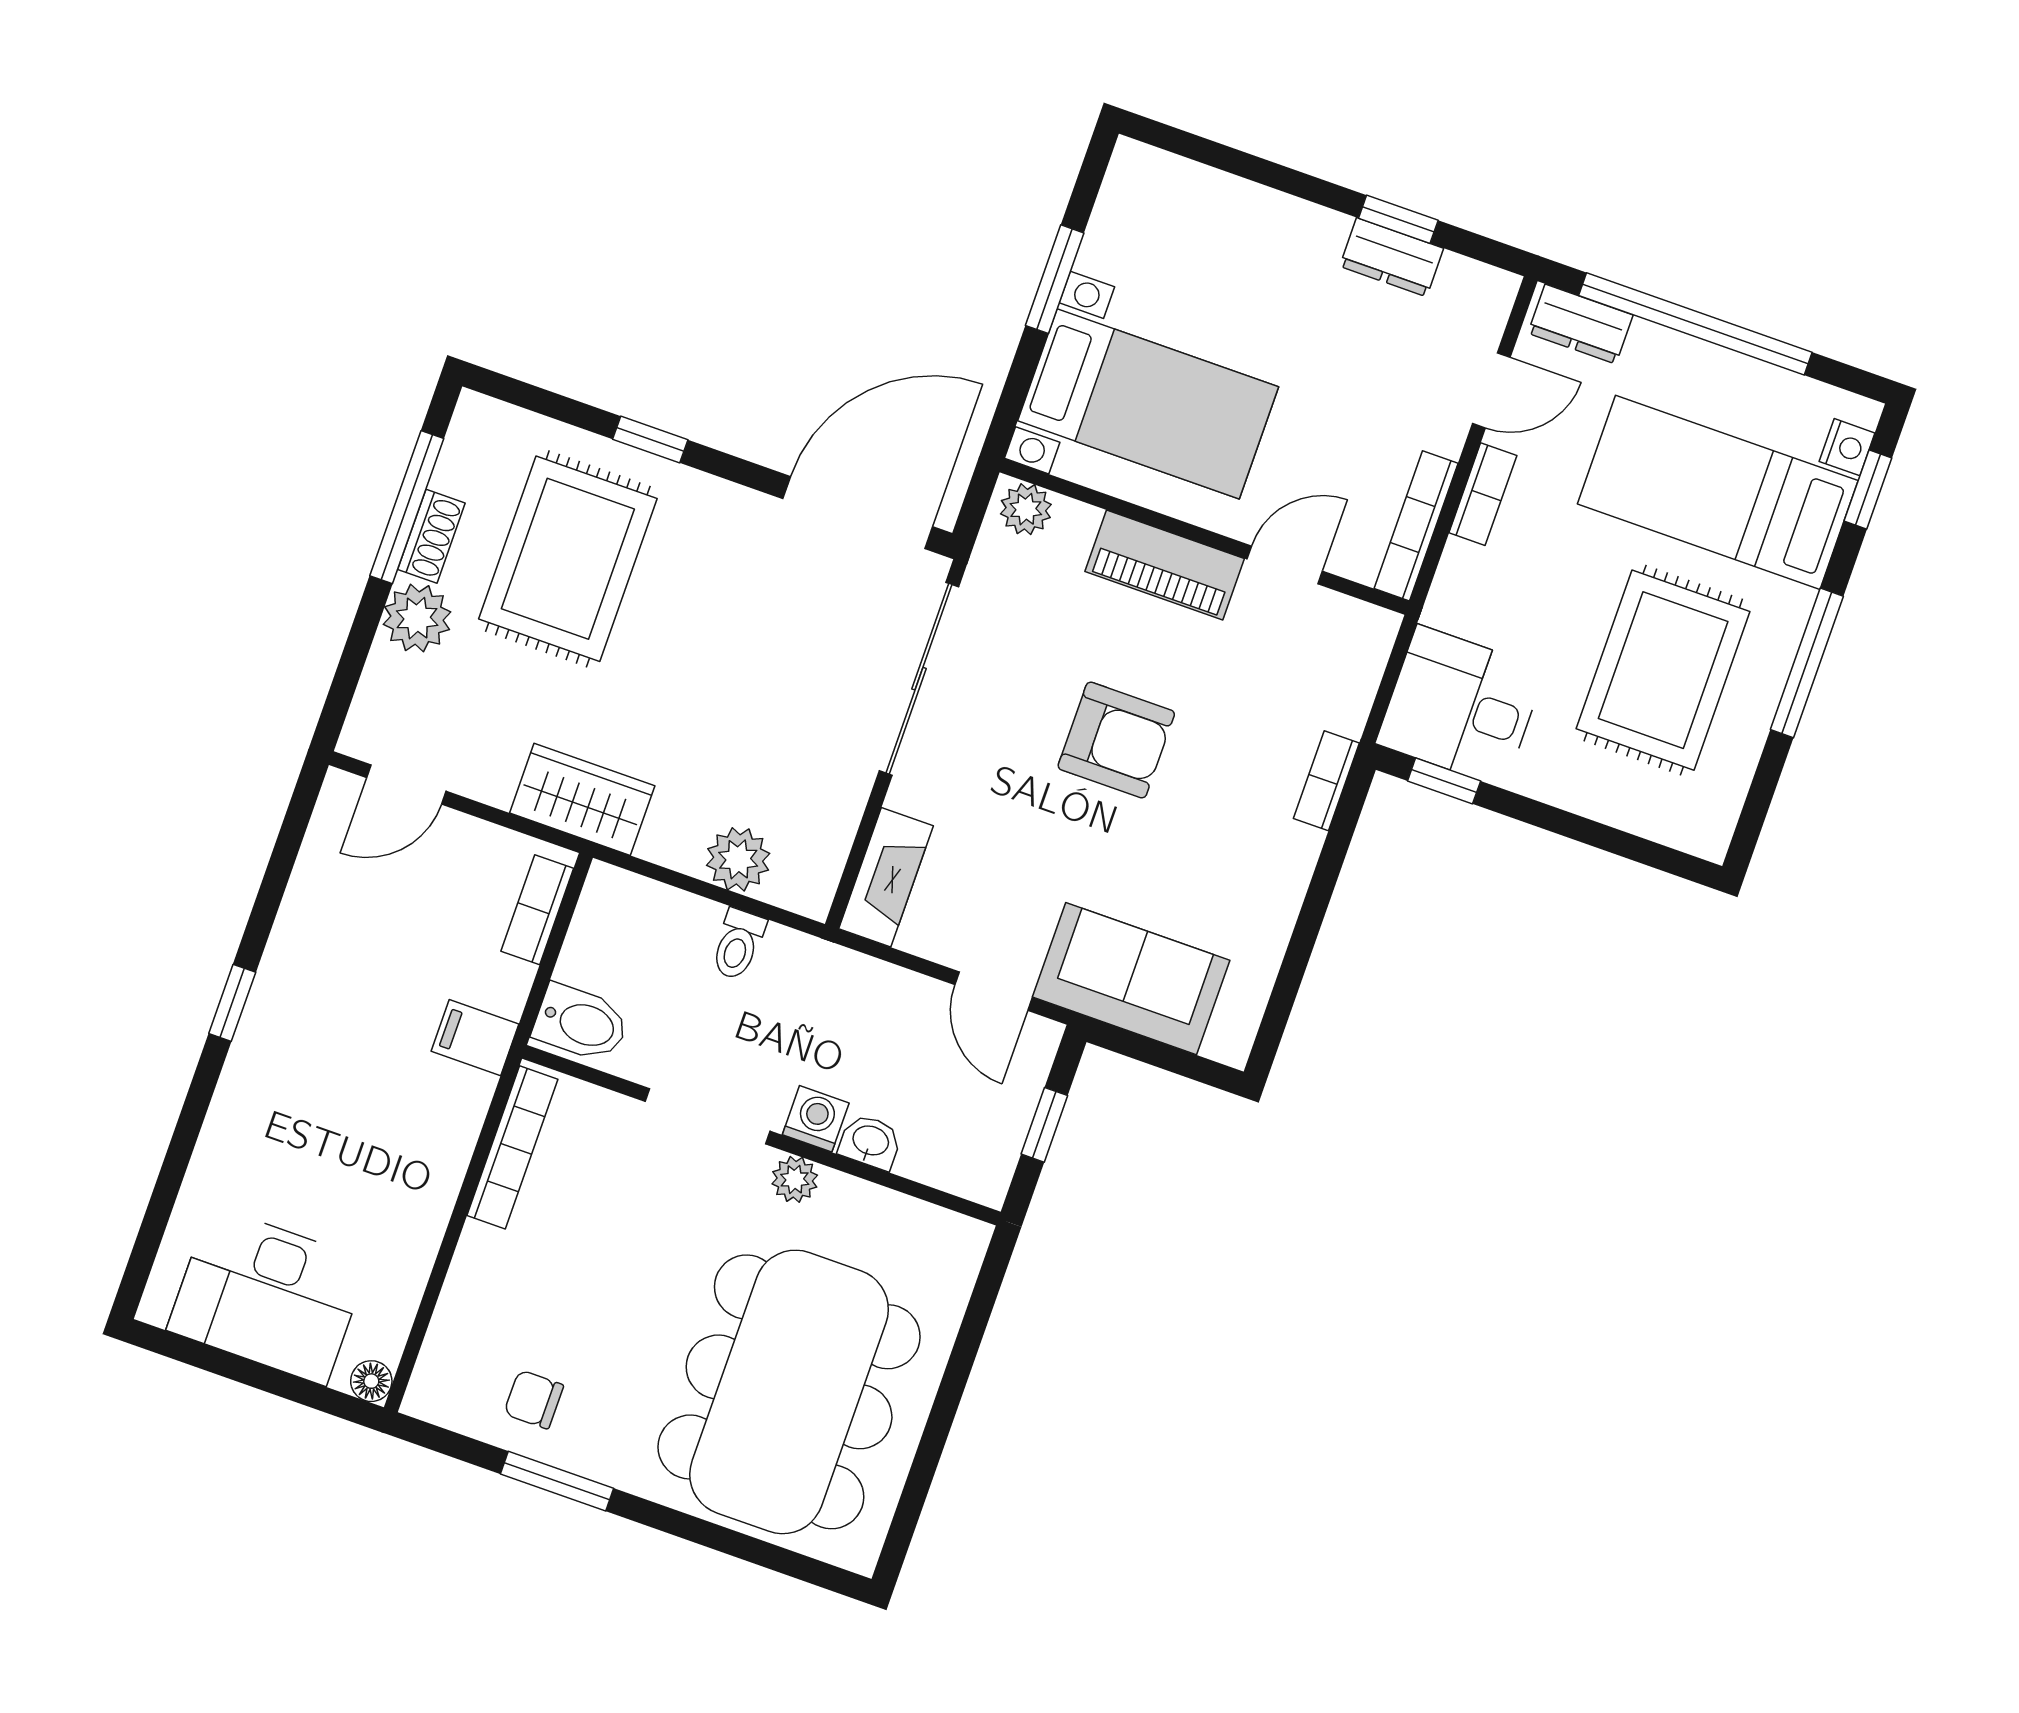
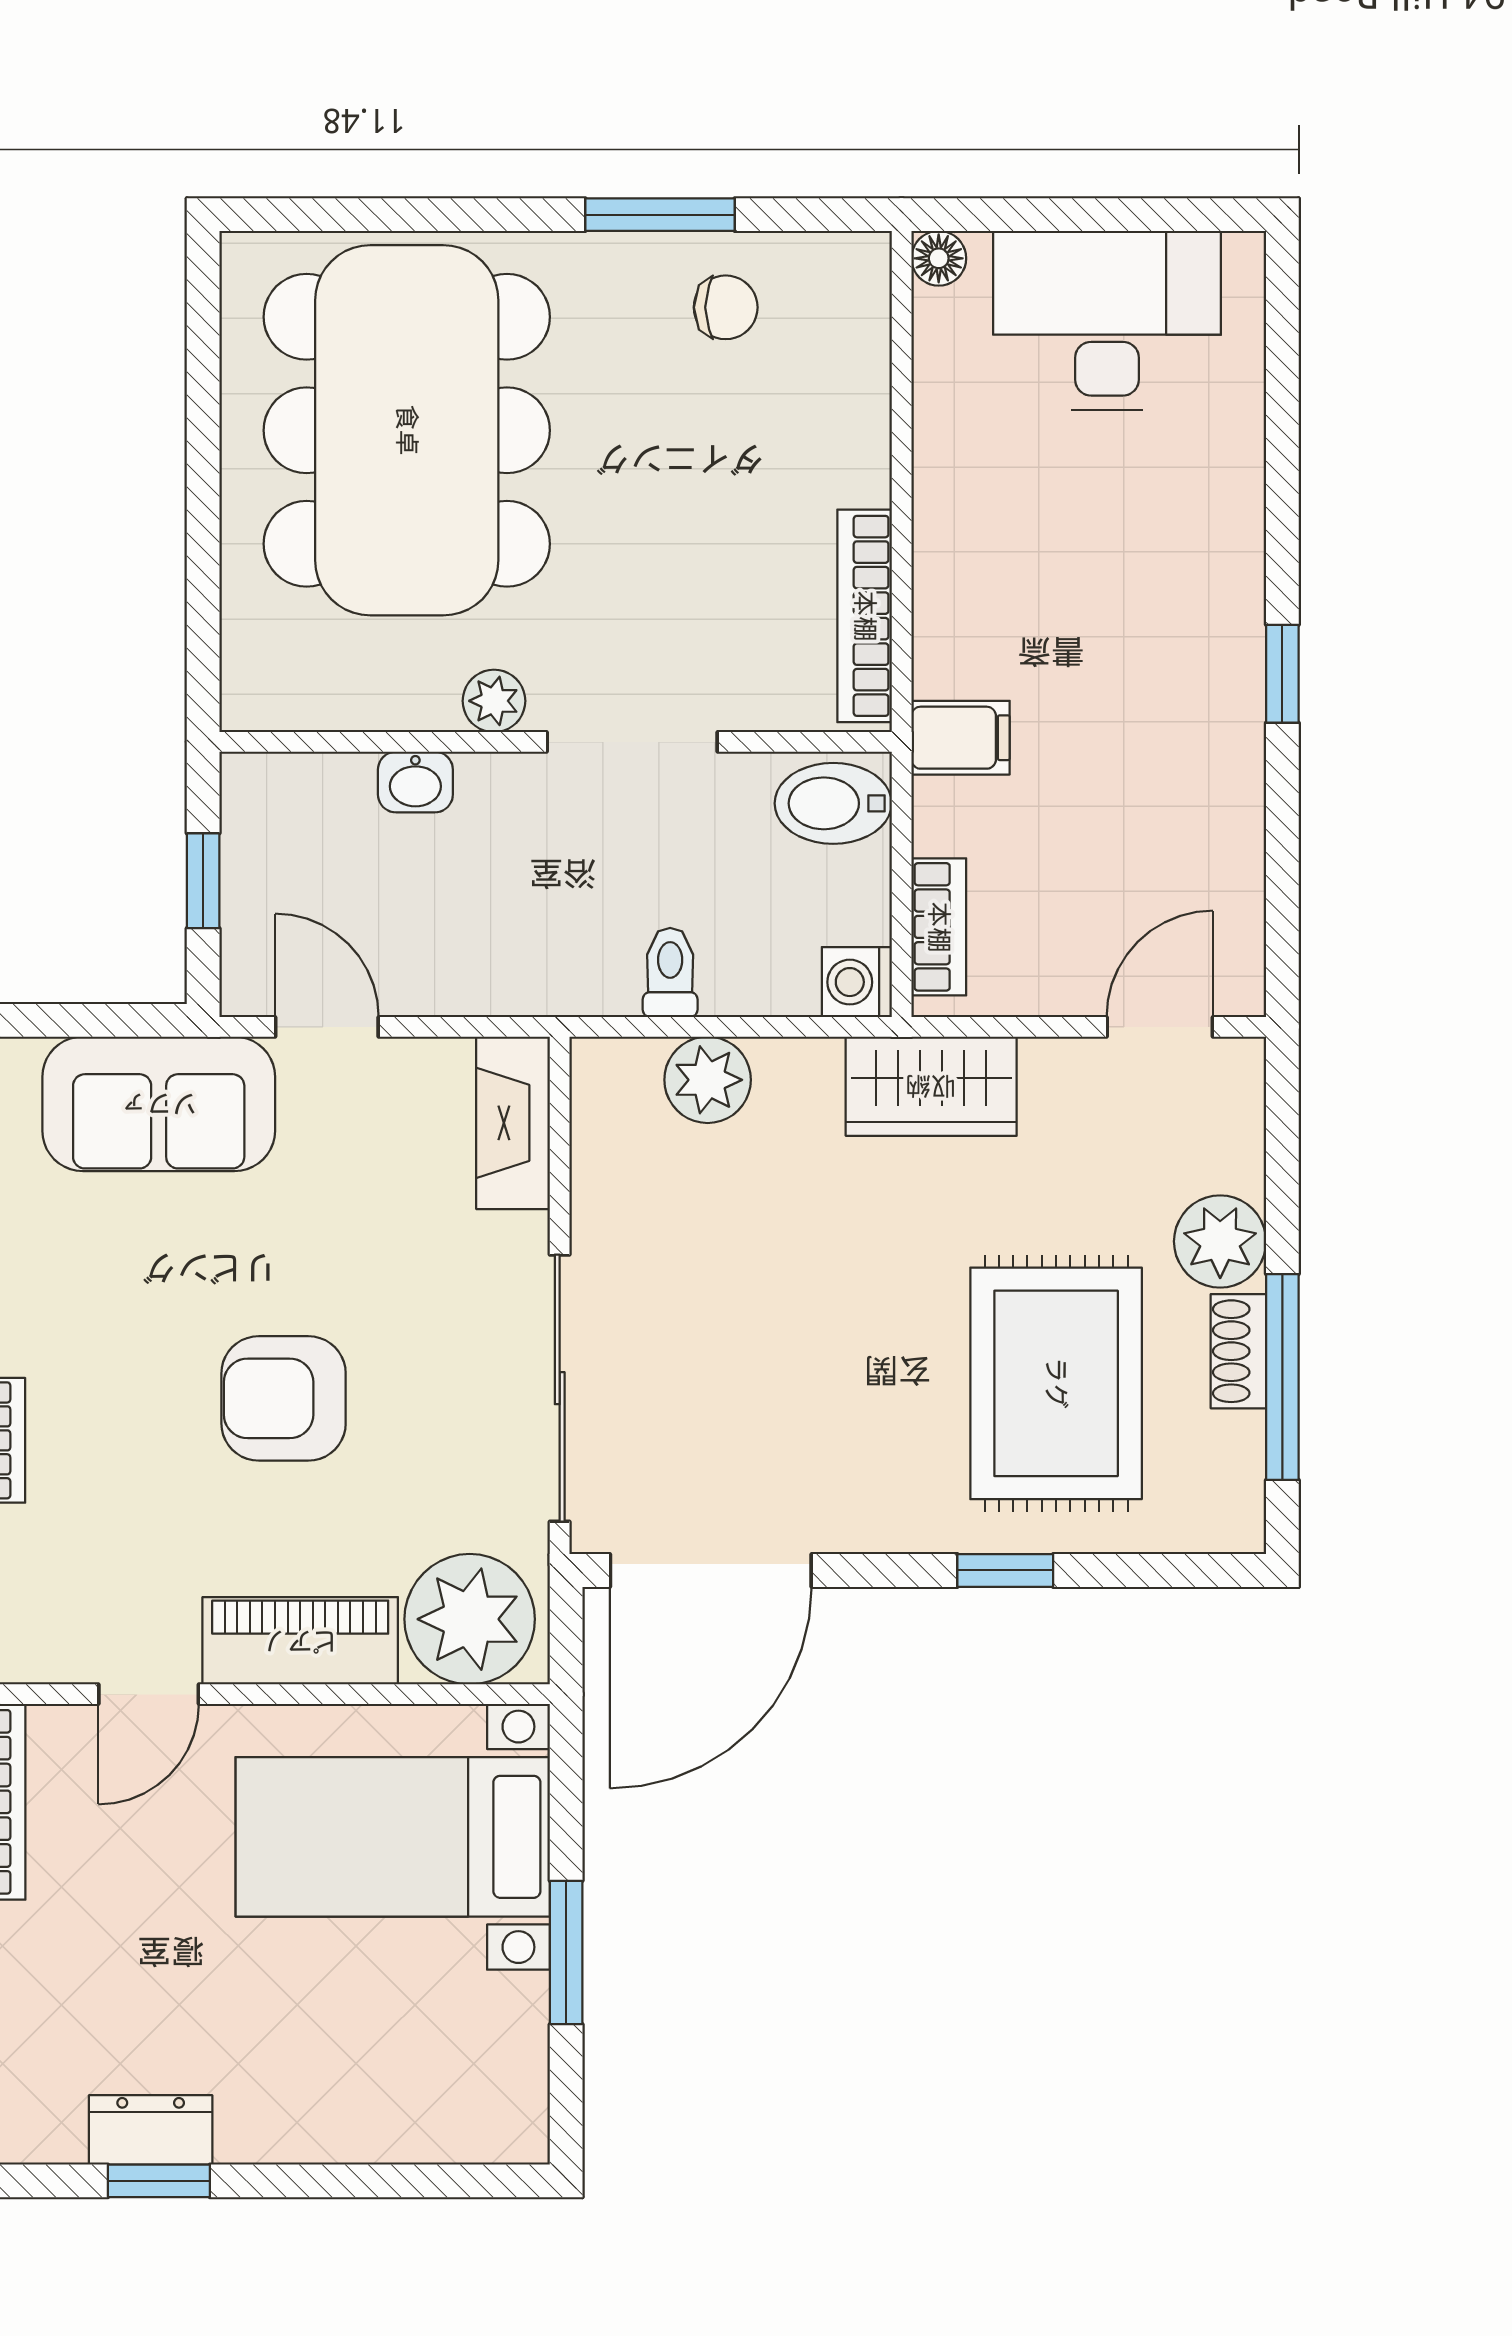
plant: (1026, 509) -> (470, 1619), width x1.88, depth x1.88
washing machine: (816, 1119) -> (857, 982), moved, turned 90

